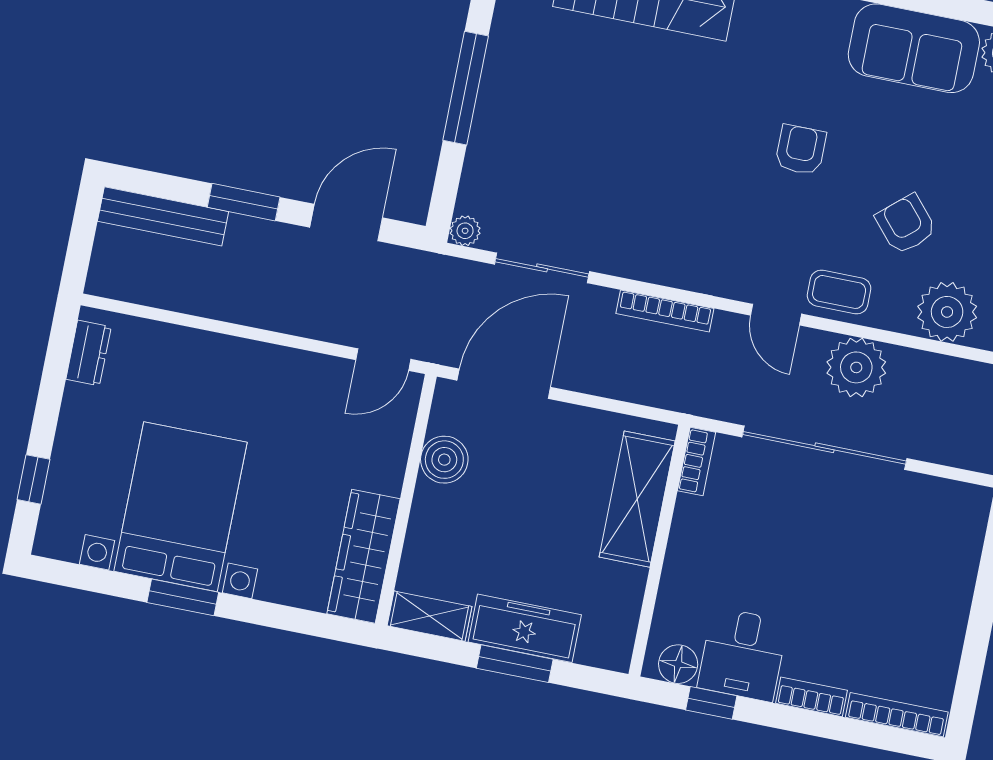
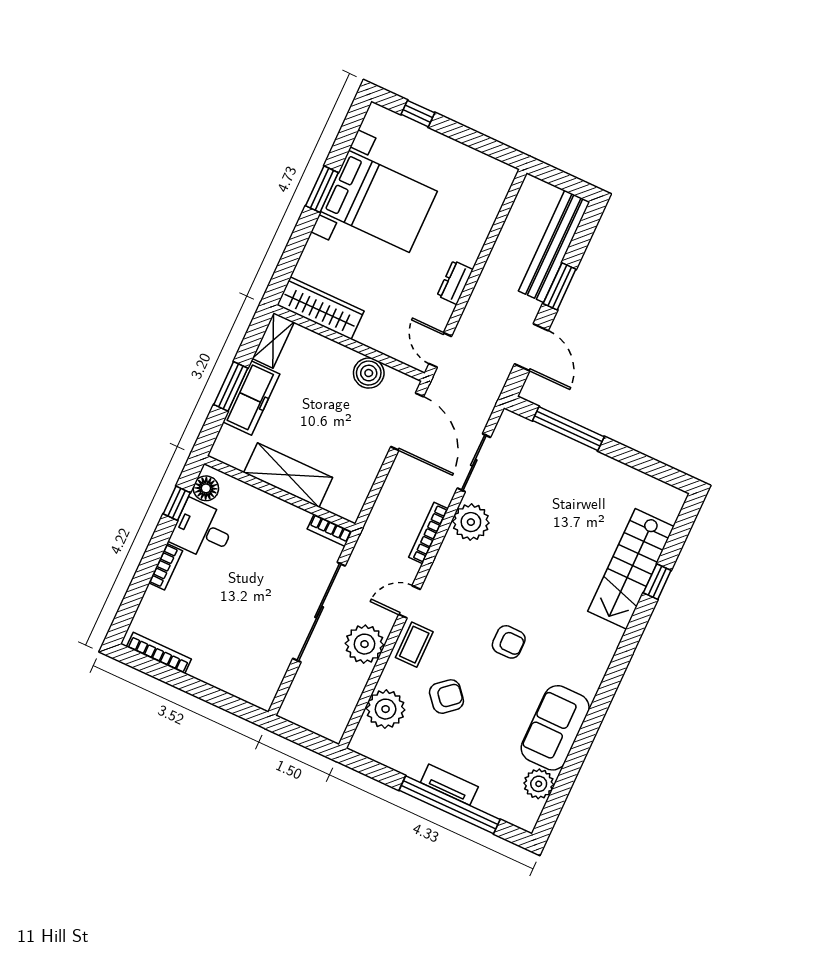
window: (466, 88) -> (568, 429), moved
bench: (163, 216) -> (554, 246), width x1.37, depth x1.21
plant: (465, 231) -> (471, 522), moved, width x1.88, depth x1.88
dresser: (89, 353) -> (455, 283), moved, turned 90
shelving: (637, 499) -> (288, 475), moved
bookcase: (897, 715) -> (159, 653), moved, turned -90

